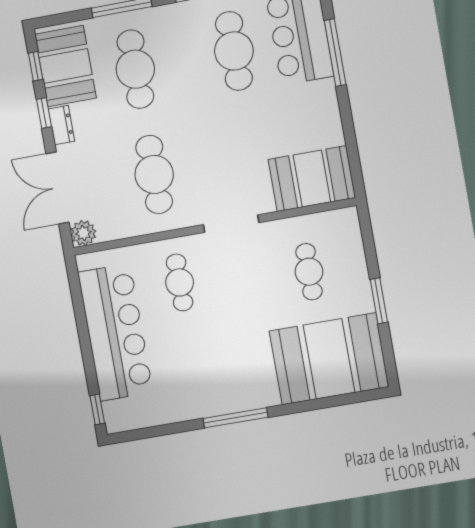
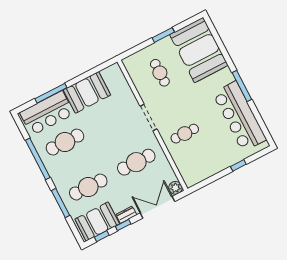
booth: (312, 179) -> (87, 92), moved, turned 90
double door: (57, 188) -> (158, 207), swing flipped
cafe table: (309, 272) -> (160, 73), turned 90
bar counter: (115, 332) -> (239, 116), moved, turned -90
window: (97, 409) -> (238, 165), moved

